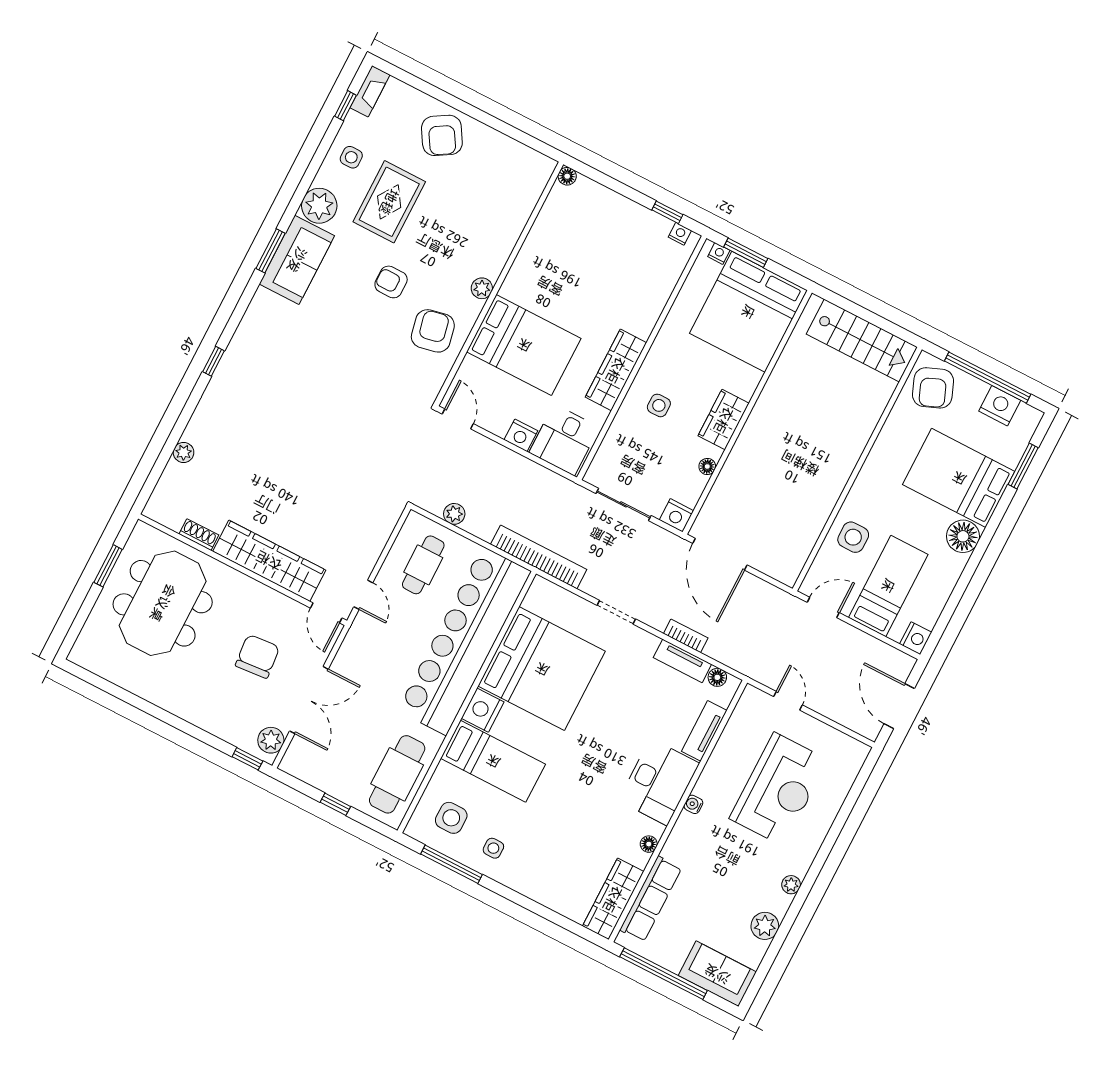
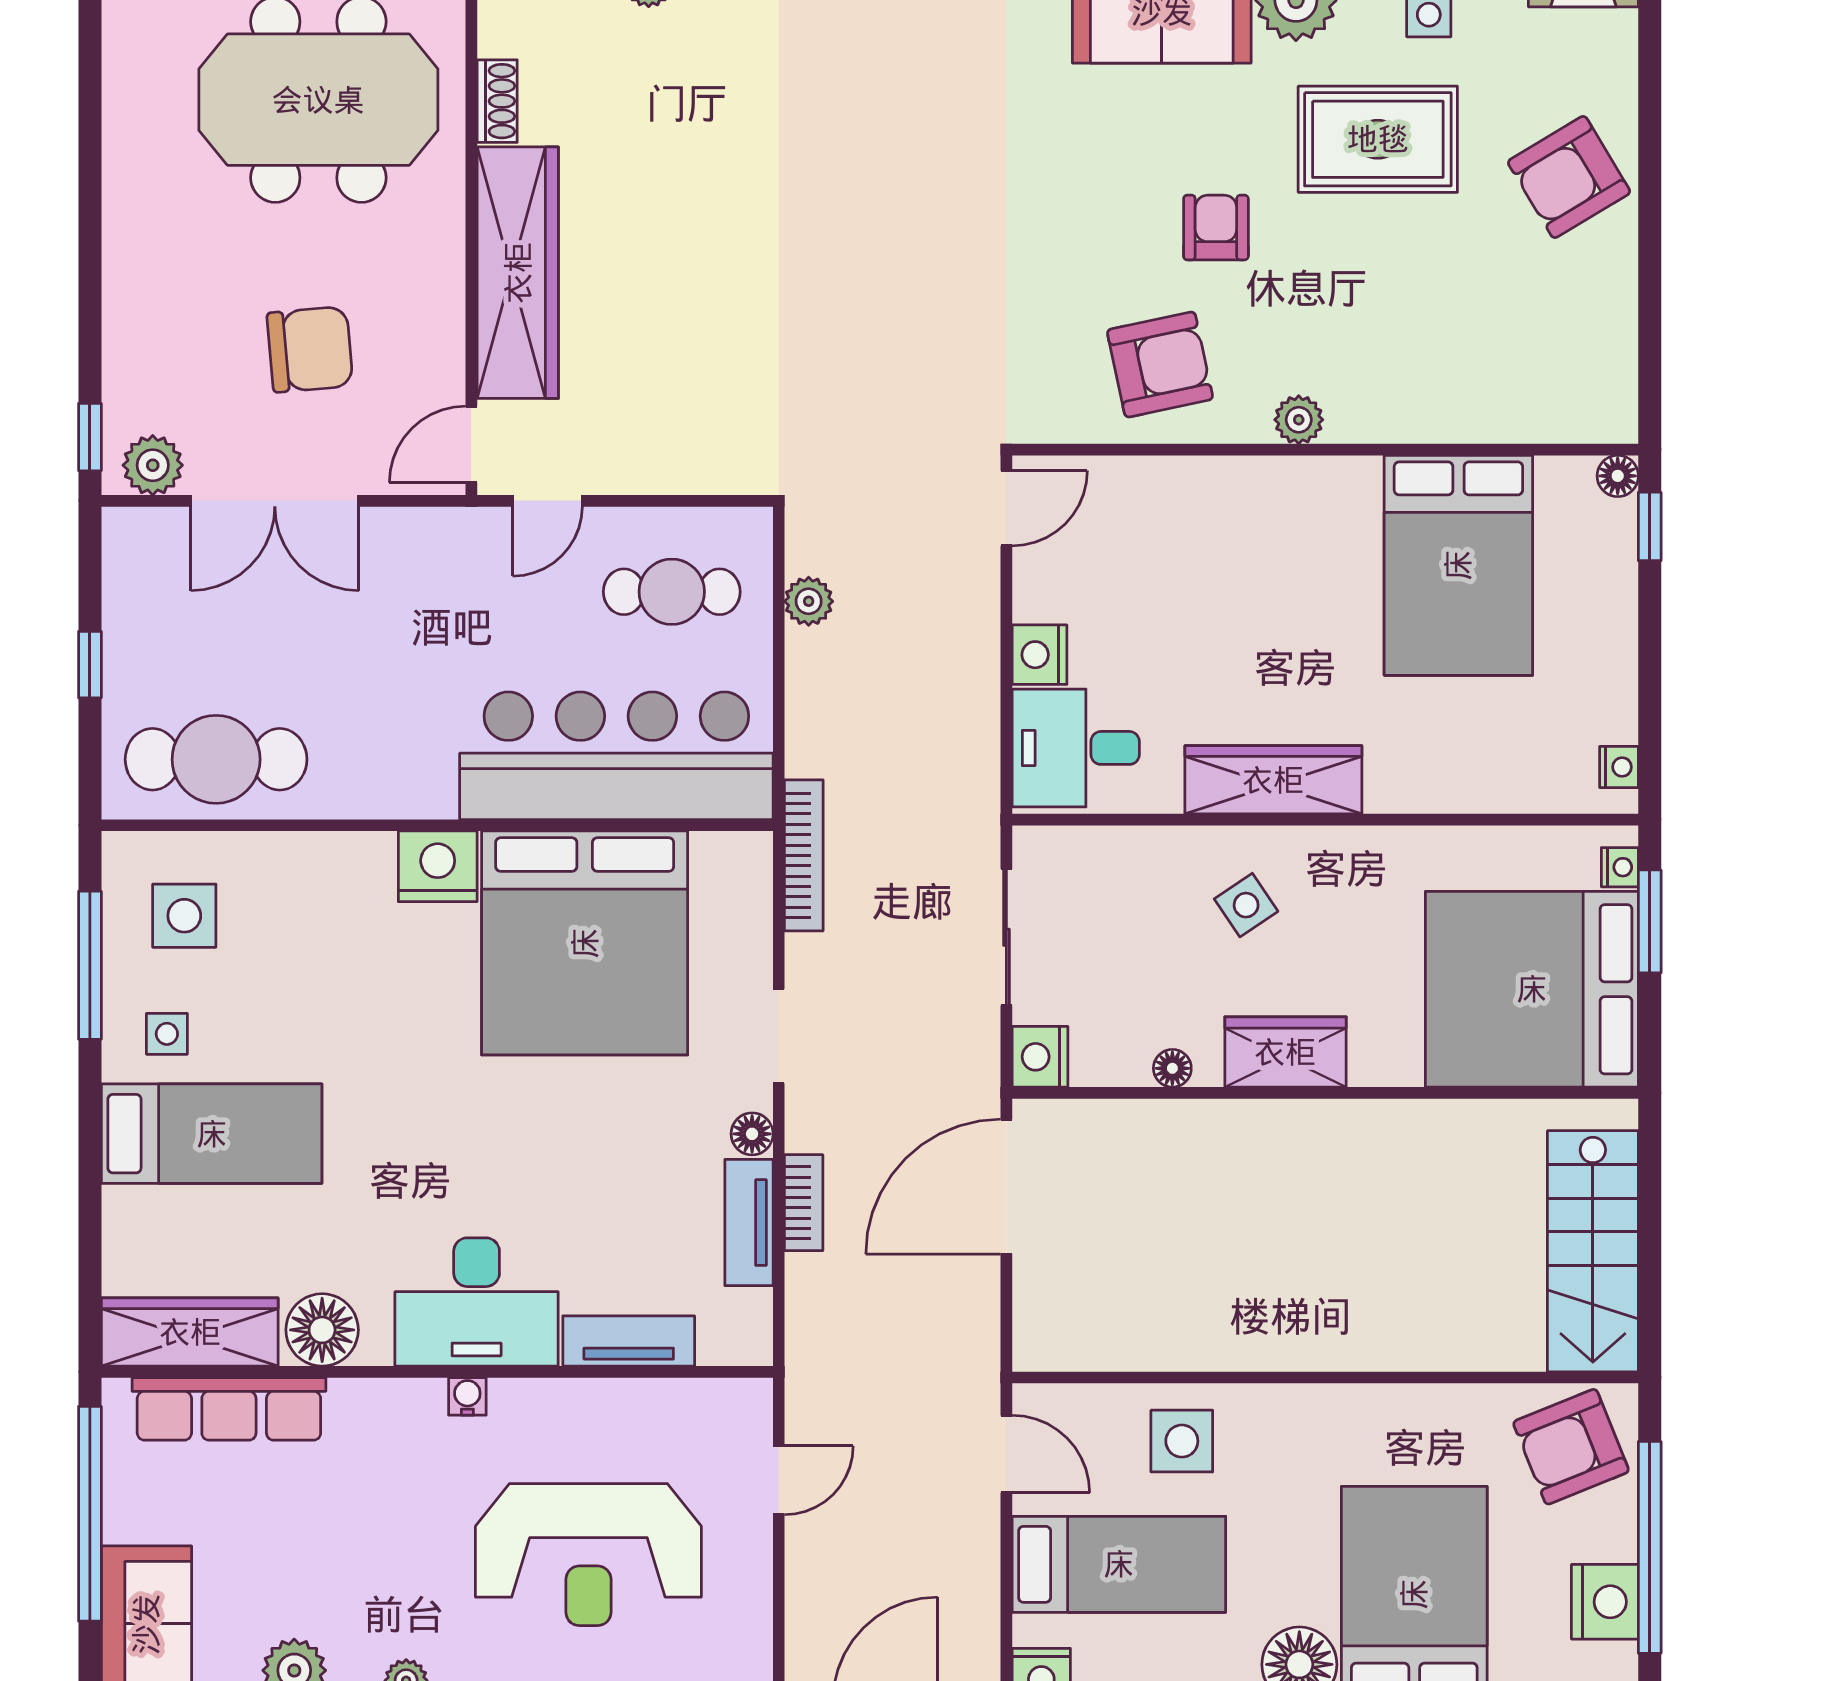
window: (667, 212) -> (1650, 526), moved
bed: (524, 345) -> (1458, 565), moved
side table: (659, 405) -> (1246, 905), turned -34
bookcase: (539, 557) -> (804, 855), width x0.68, depth x0.76
bar counter: (464, 641) -> (616, 756), width x0.73
floor lamp: (717, 677) -> (752, 1134), moved
bed: (493, 761) -> (212, 1134), moved, turned -90
floor lamp: (649, 844) -> (322, 1330), width x1.89, depth x1.89

